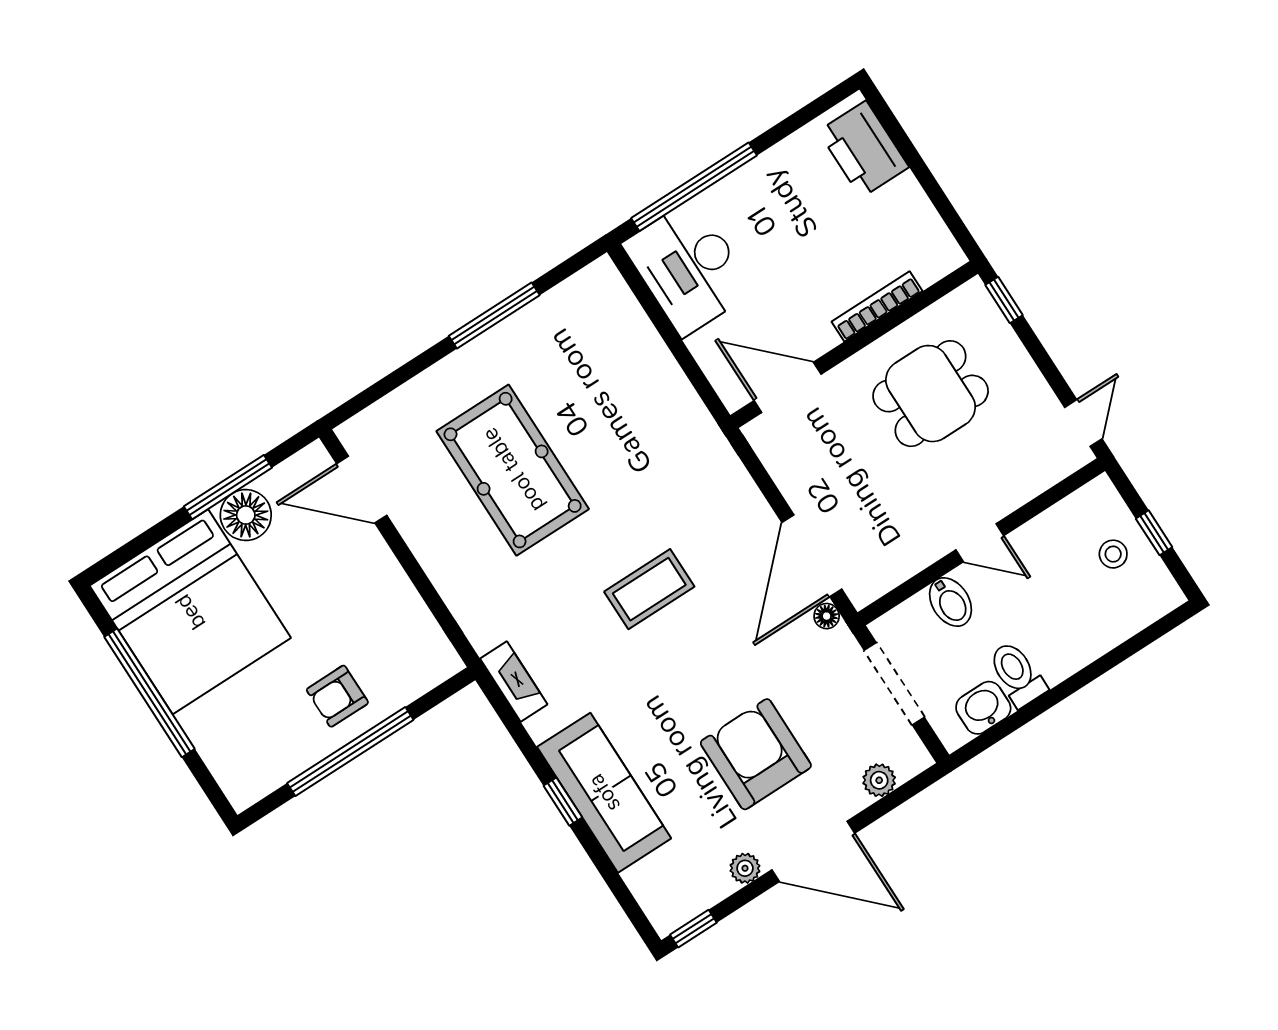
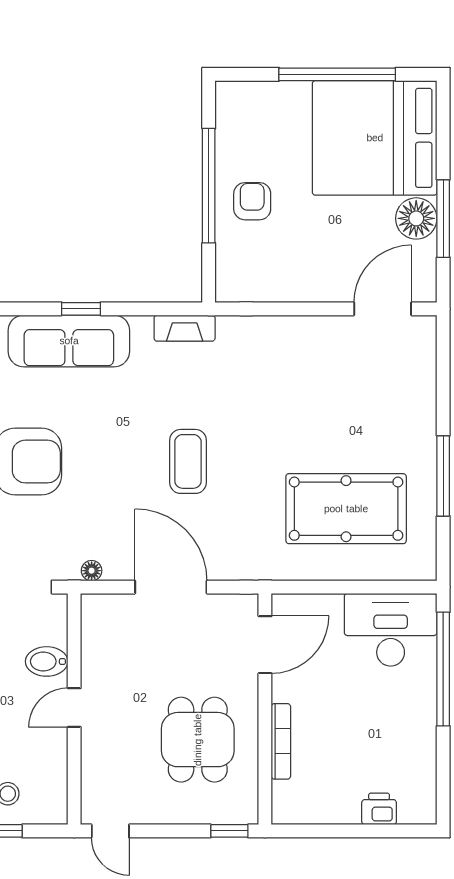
printer: (864, 149) -> (379, 809), width x0.53, depth x0.68
pool table: (513, 470) -> (346, 509), moved
door: (812, 556) -> (171, 587), moved

